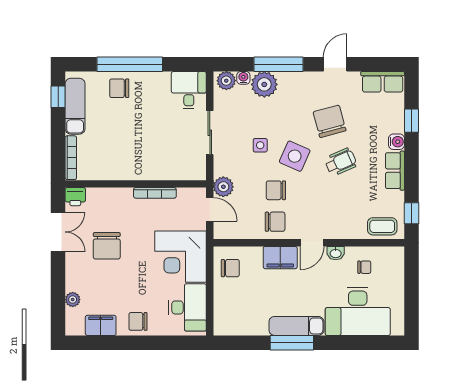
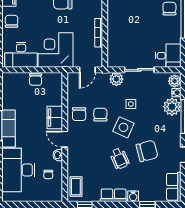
plant: (223, 187) -> (116, 79), moved
chair: (230, 268) -> (36, 79), moved

